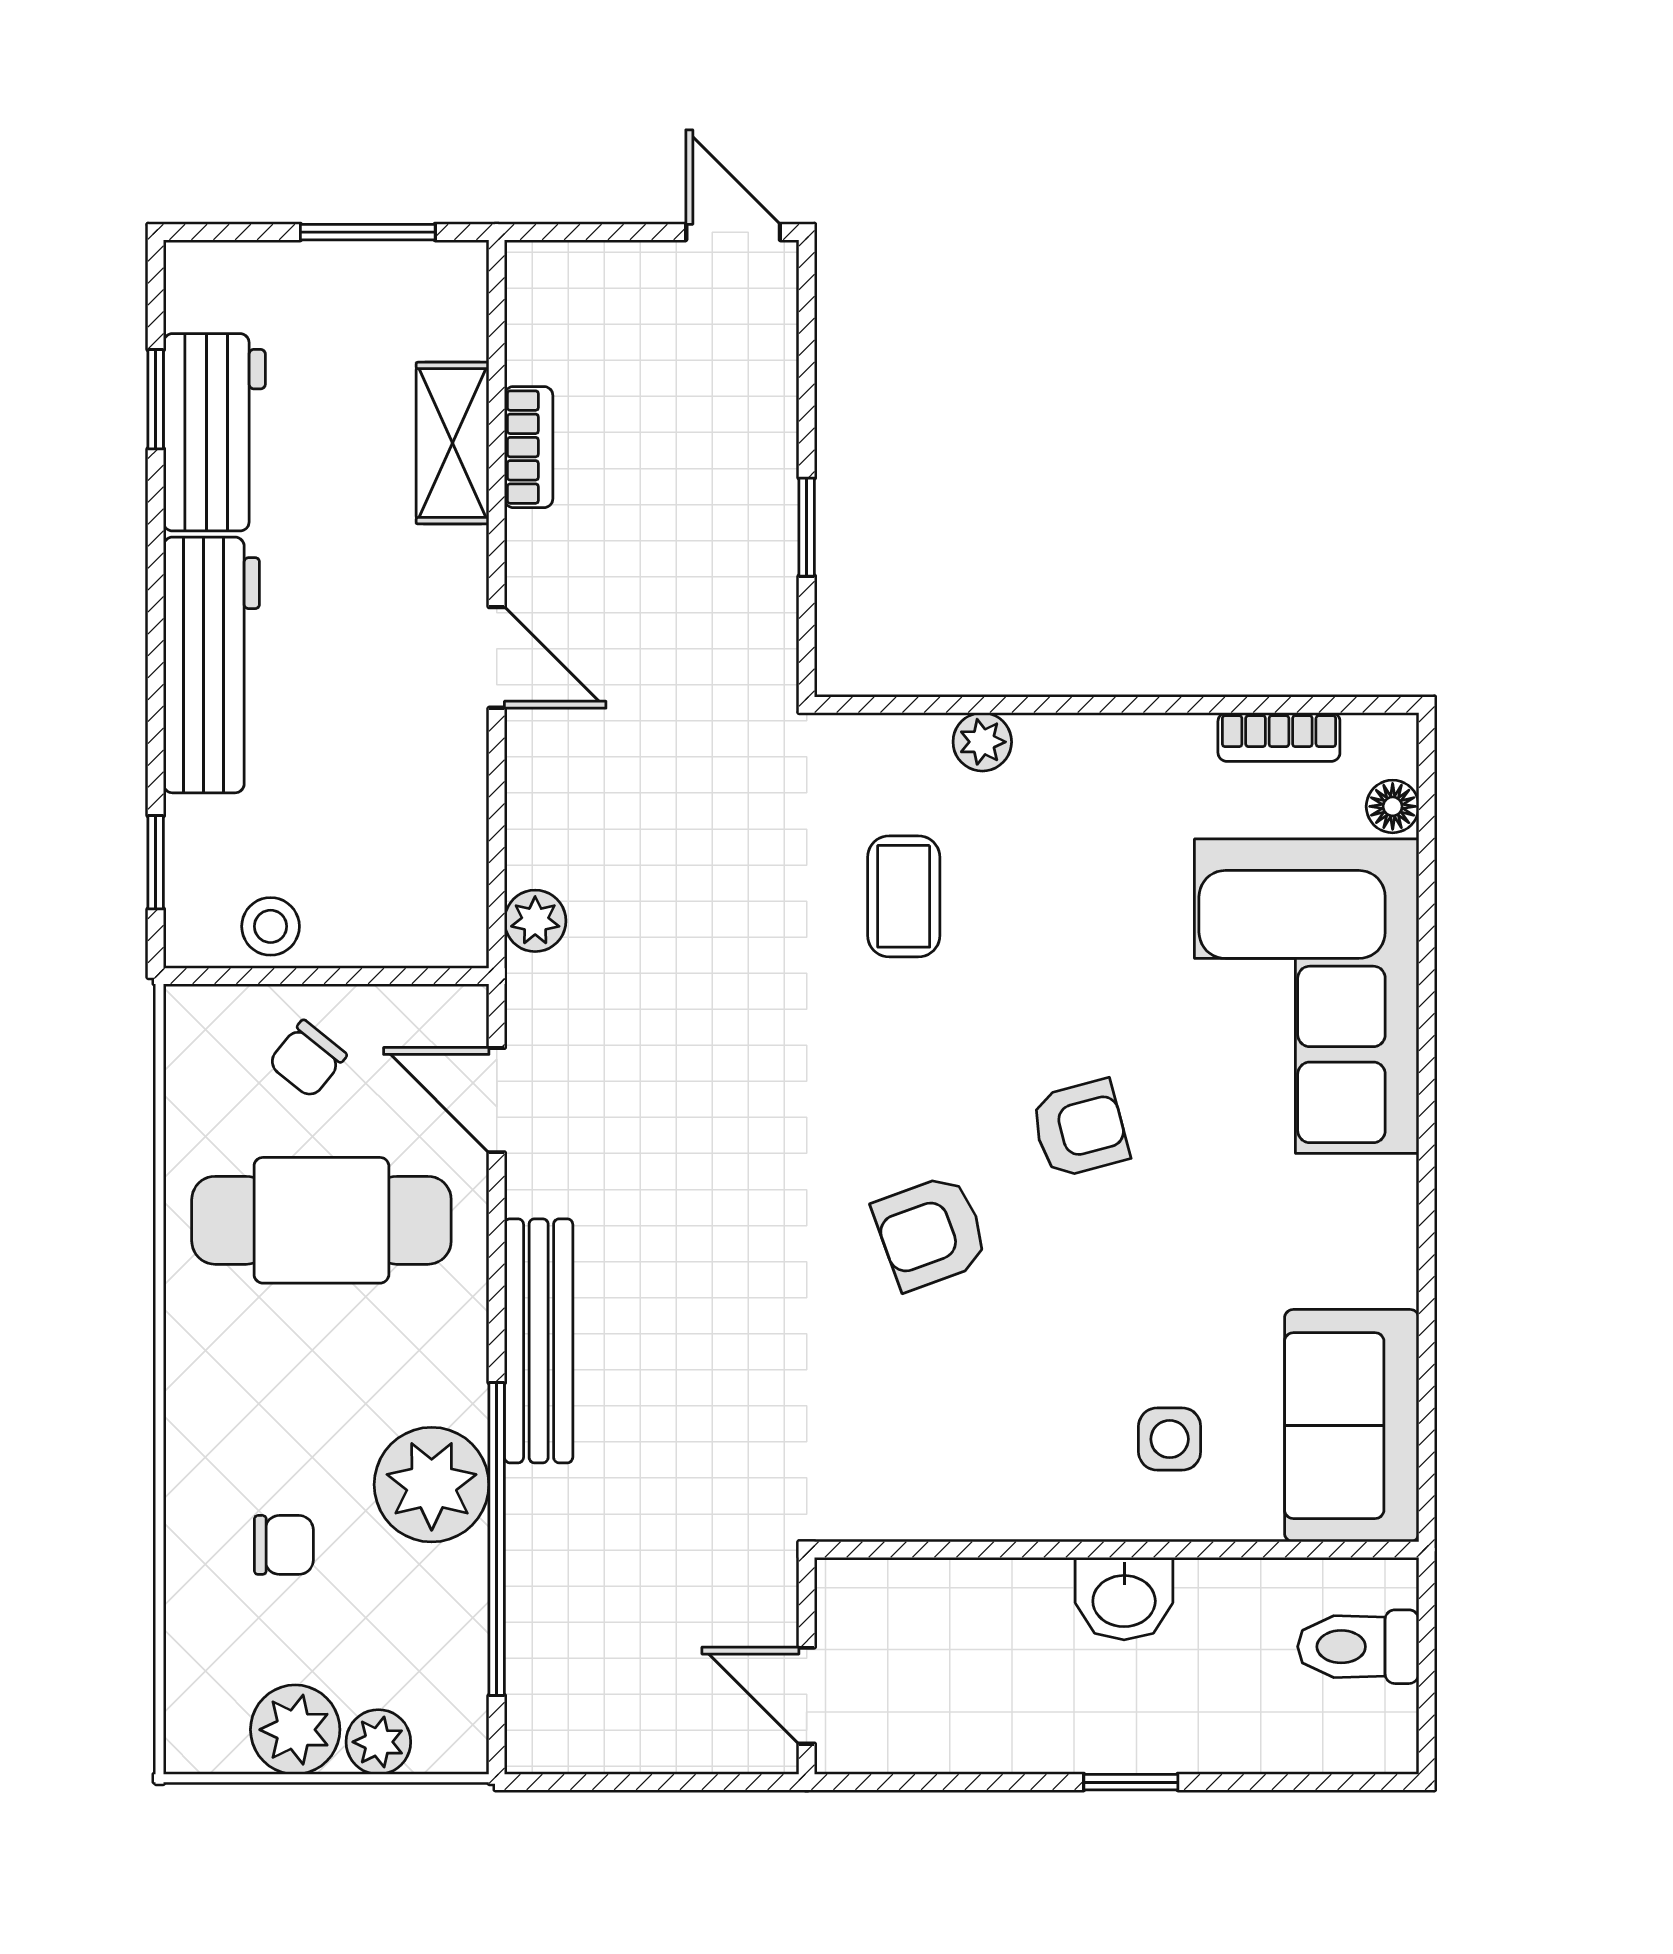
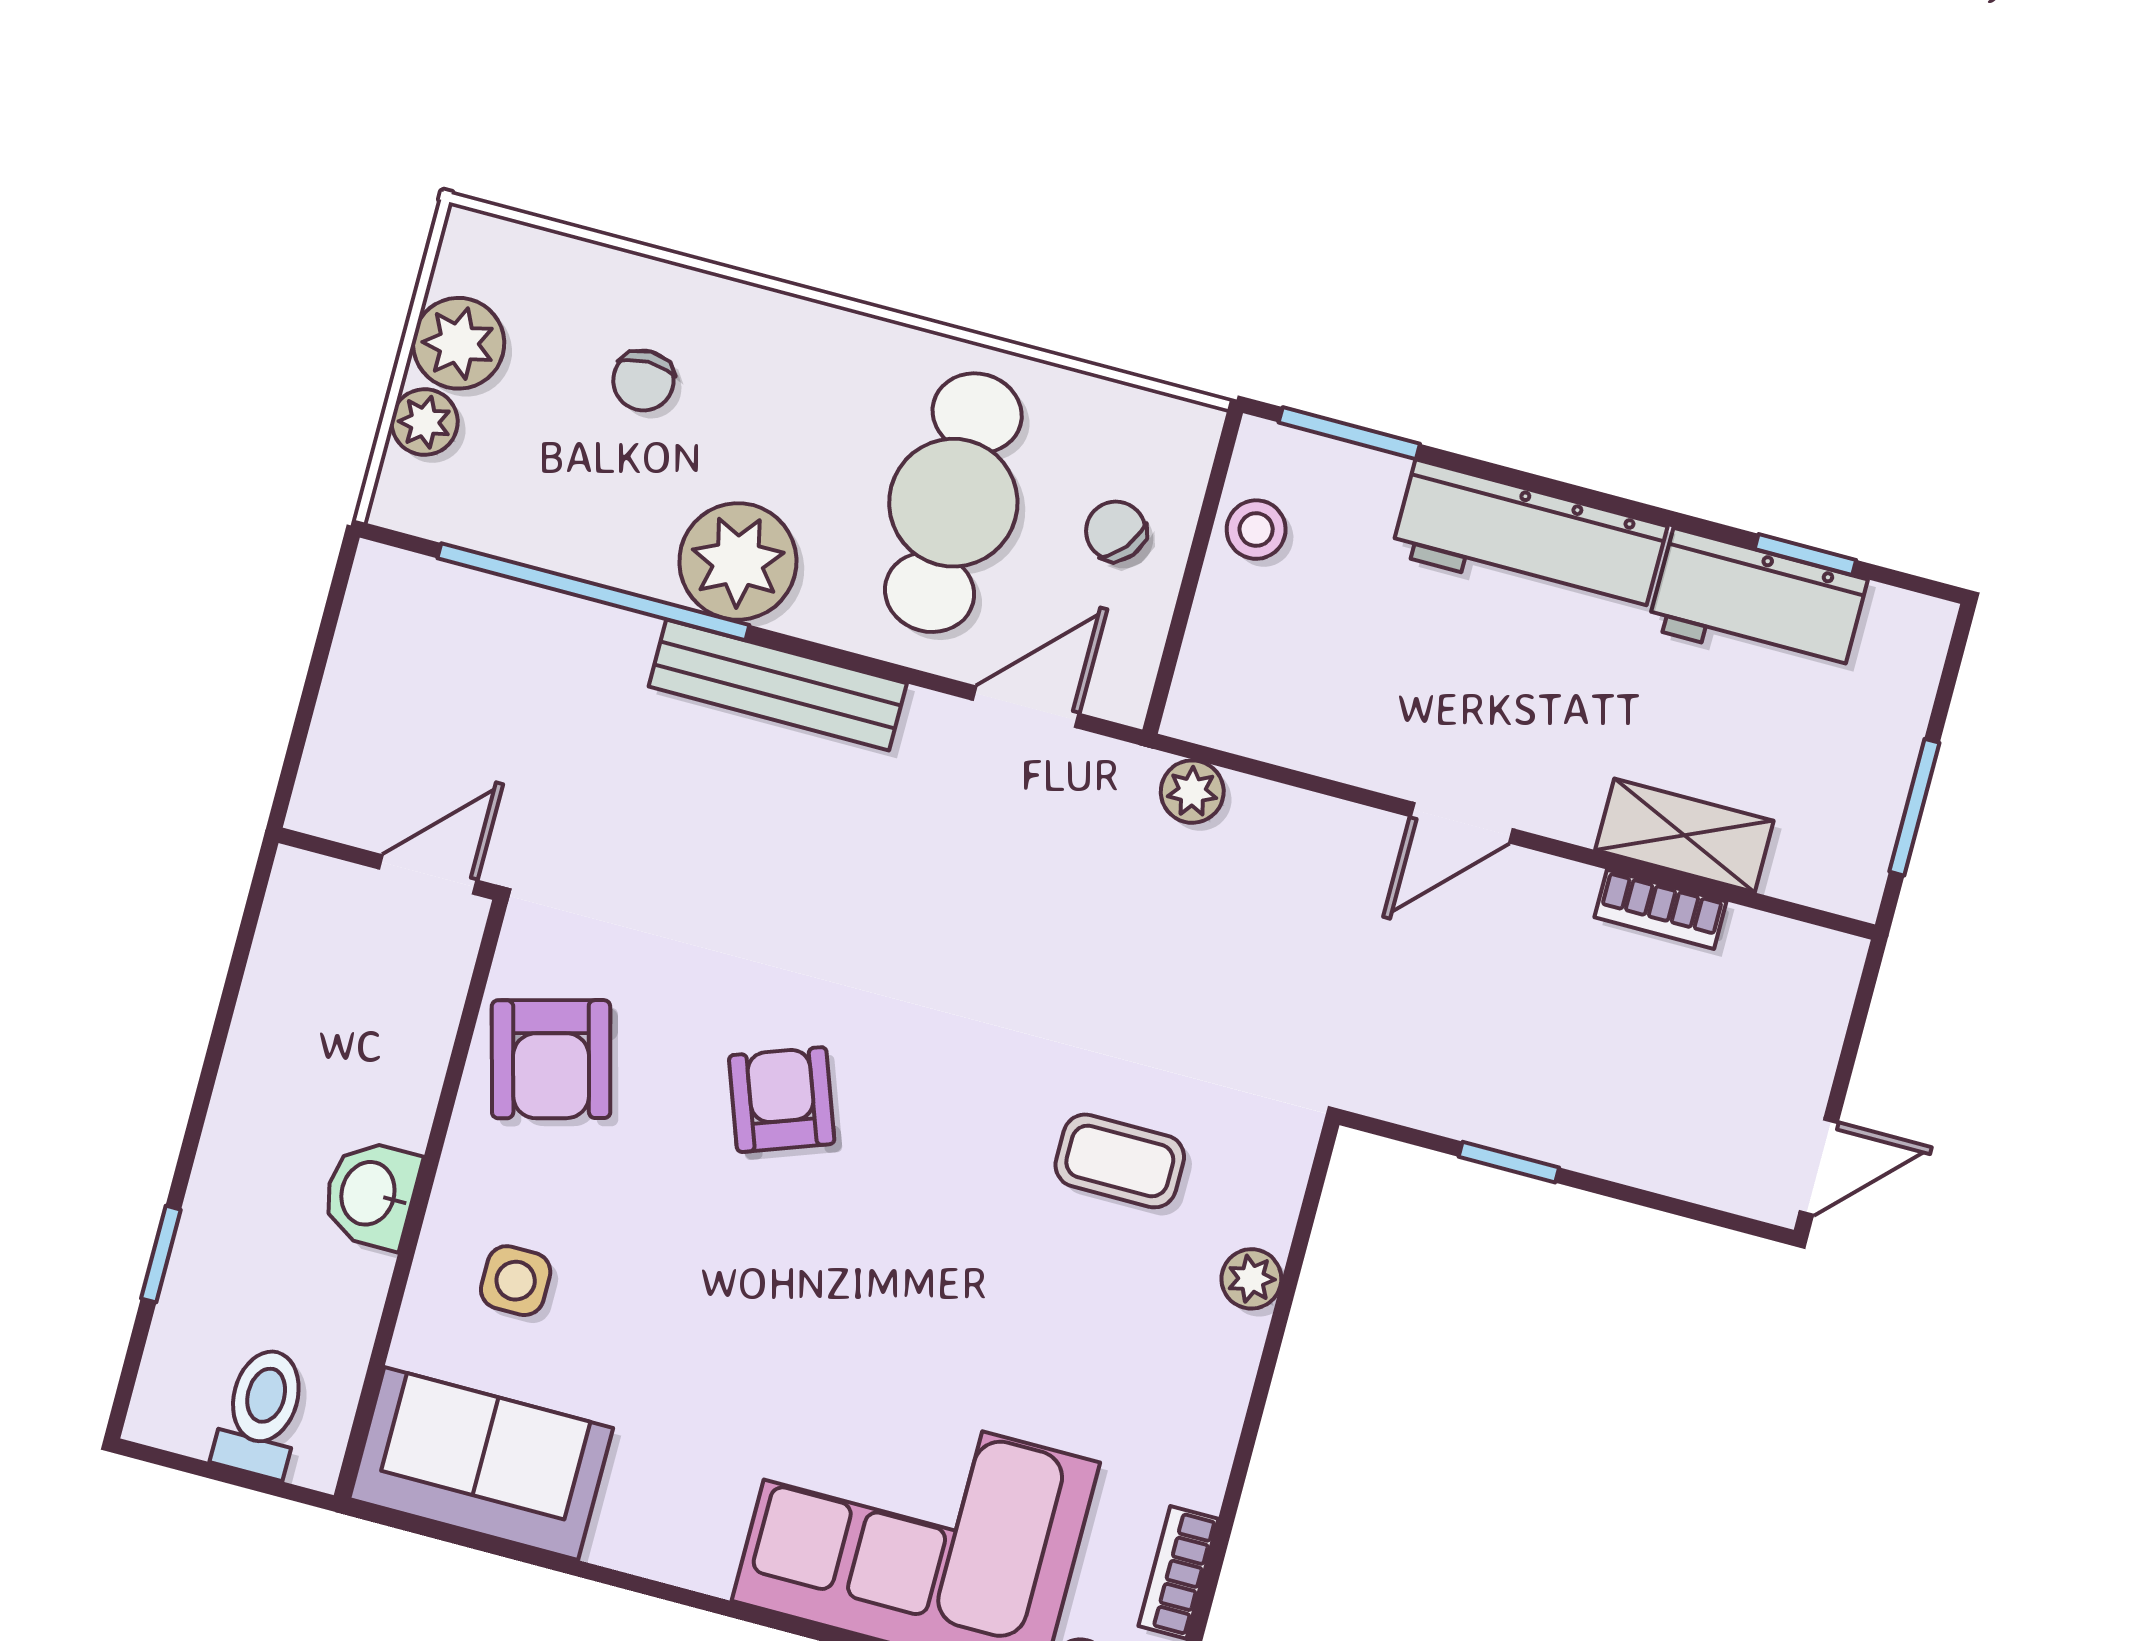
window: (156, 862) -> (1349, 433), width x1.50
armchair: (1080, 1129) -> (551, 1059), moved, width x1.38, depth x1.38
plant: (432, 1485) -> (738, 561), moved
door: (807, 1696) -> (428, 875), moved
window: (1131, 1782) -> (161, 1254), moved

